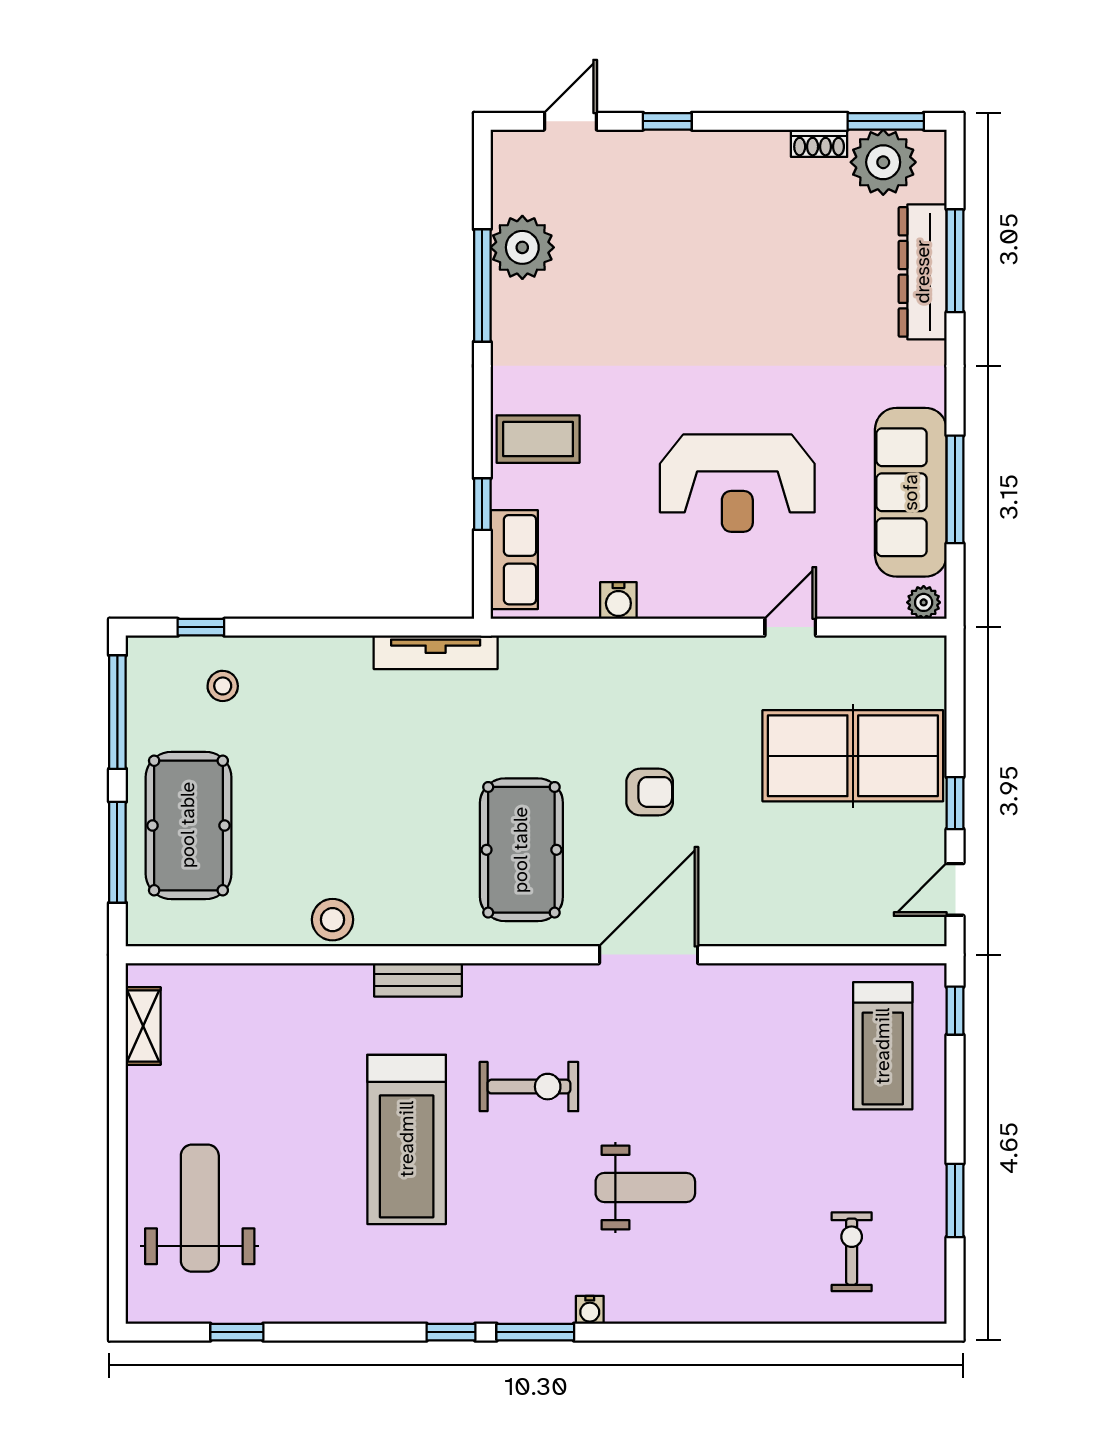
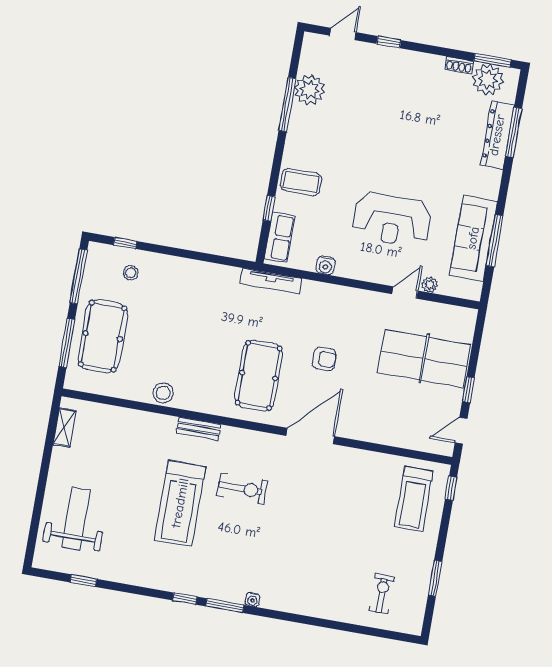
plant: (924, 602) -> (430, 285), moved
tv unit: (436, 652) -> (271, 281), moved
weight bench: (645, 1187) -> (289, 546), removed

